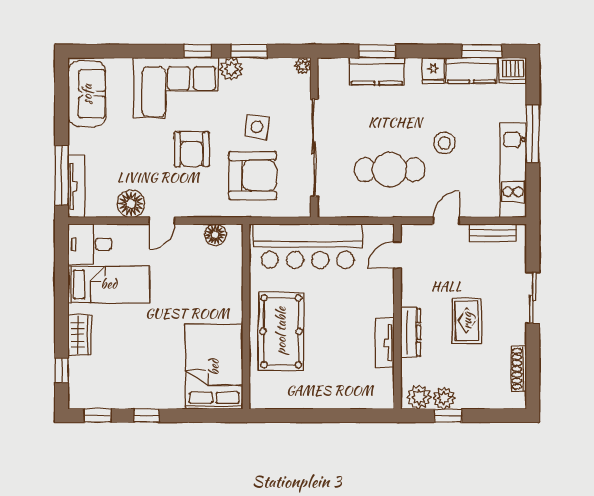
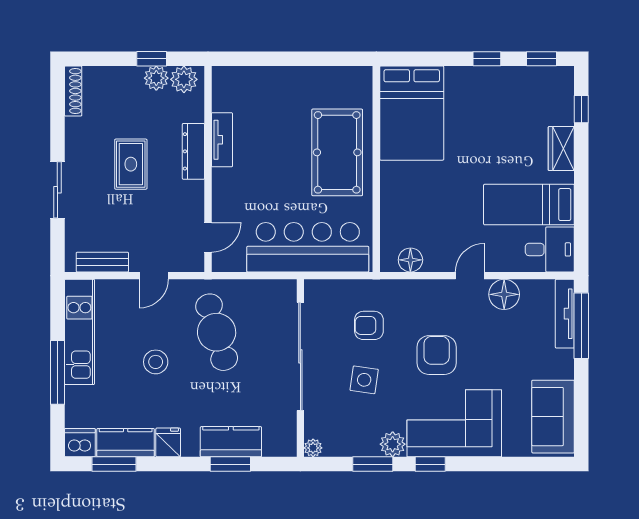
cafe table: (390, 170) -> (217, 332), turned 74
armchair: (253, 176) -> (369, 325), width x0.53, depth x0.53
shoe rack: (519, 369) -> (73, 91), moved

